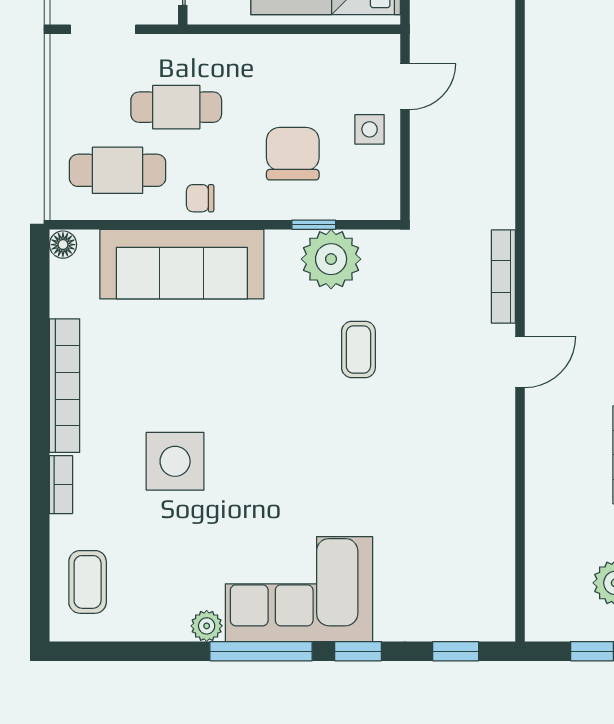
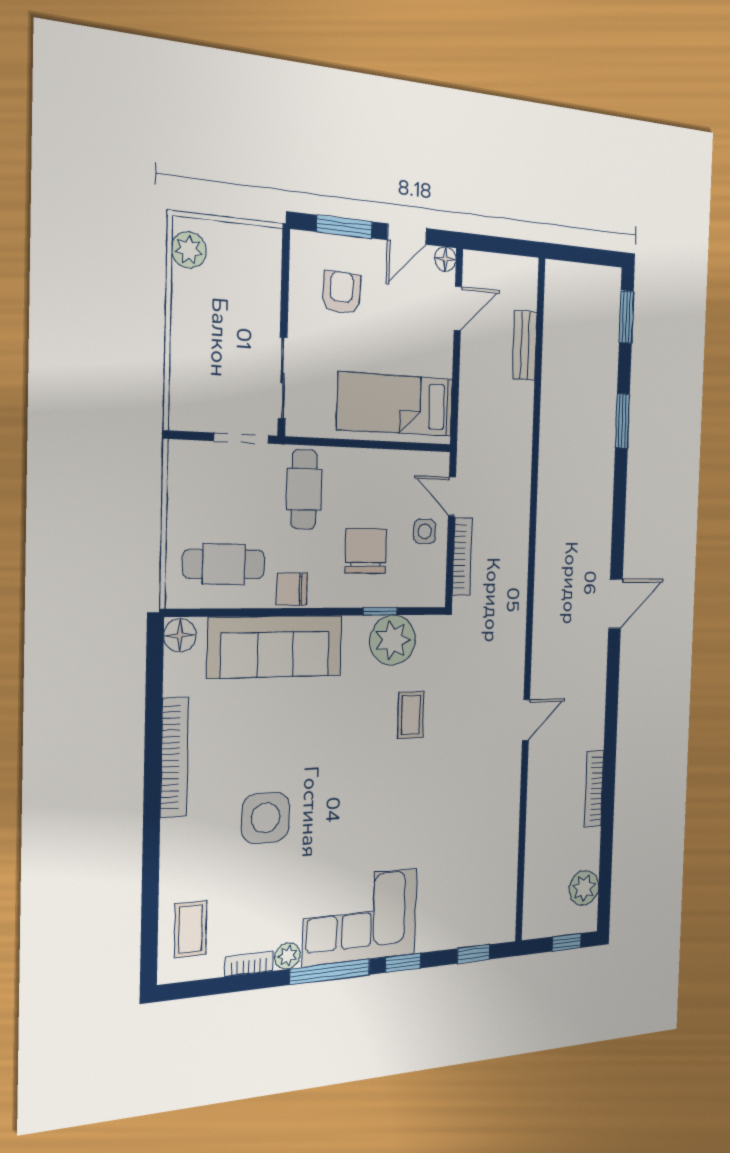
doorway: (103, 29) -> (241, 438), moved
door: (405, 87) -> (452, 496), swing flipped
cafe table: (176, 107) -> (304, 489), moved, turned 90
chair: (200, 198) -> (292, 589), width x1.37, depth x1.37
floor lamp: (63, 245) -> (180, 635), width x1.37, depth x1.37
bookcase: (503, 277) -> (462, 557), moved, turned 180
bookcase: (61, 485) -> (249, 964), moved, turned -90

